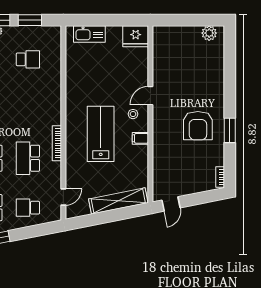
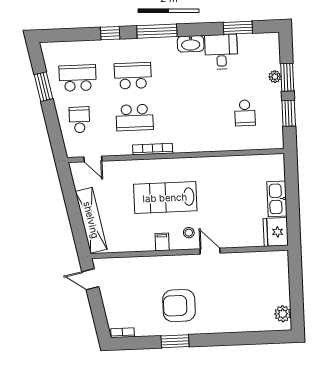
kitchen sink: (89, 34) -> (277, 199), moved
lab bench: (101, 134) -> (165, 198), turned 180
school desk: (28, 158) -> (135, 117), turned 180

